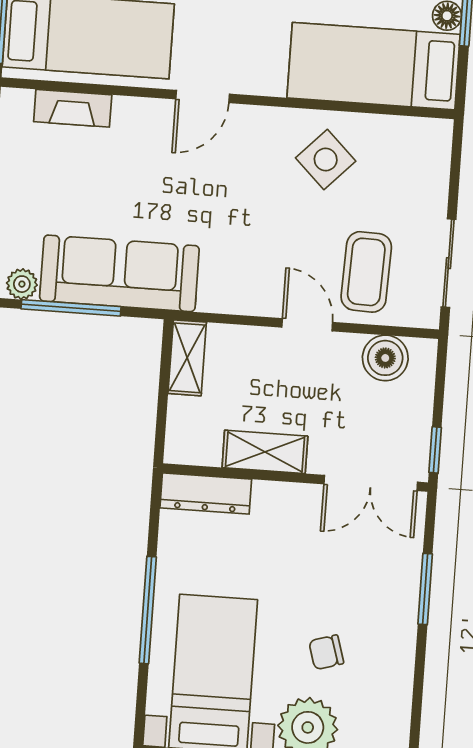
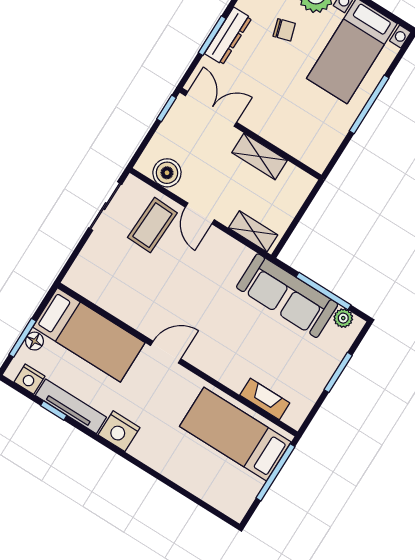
door: (203, 97) -> (166, 352), moved
side table: (326, 160) -> (142, 298), removed
shelving: (187, 358) -> (253, 231), moved, turned 90
dresser: (206, 494) -> (228, 36), moved, turned 90

